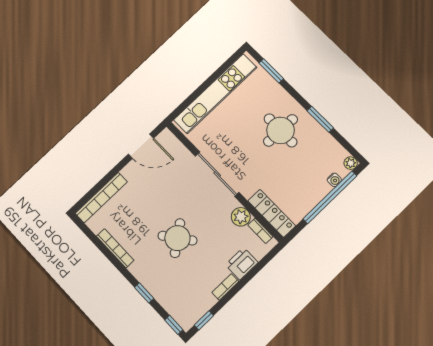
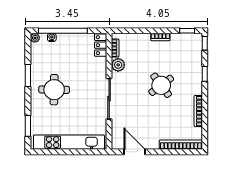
locker: (272, 213) -> (101, 45), width x0.66
printer: (242, 264) -> (141, 41), removed

